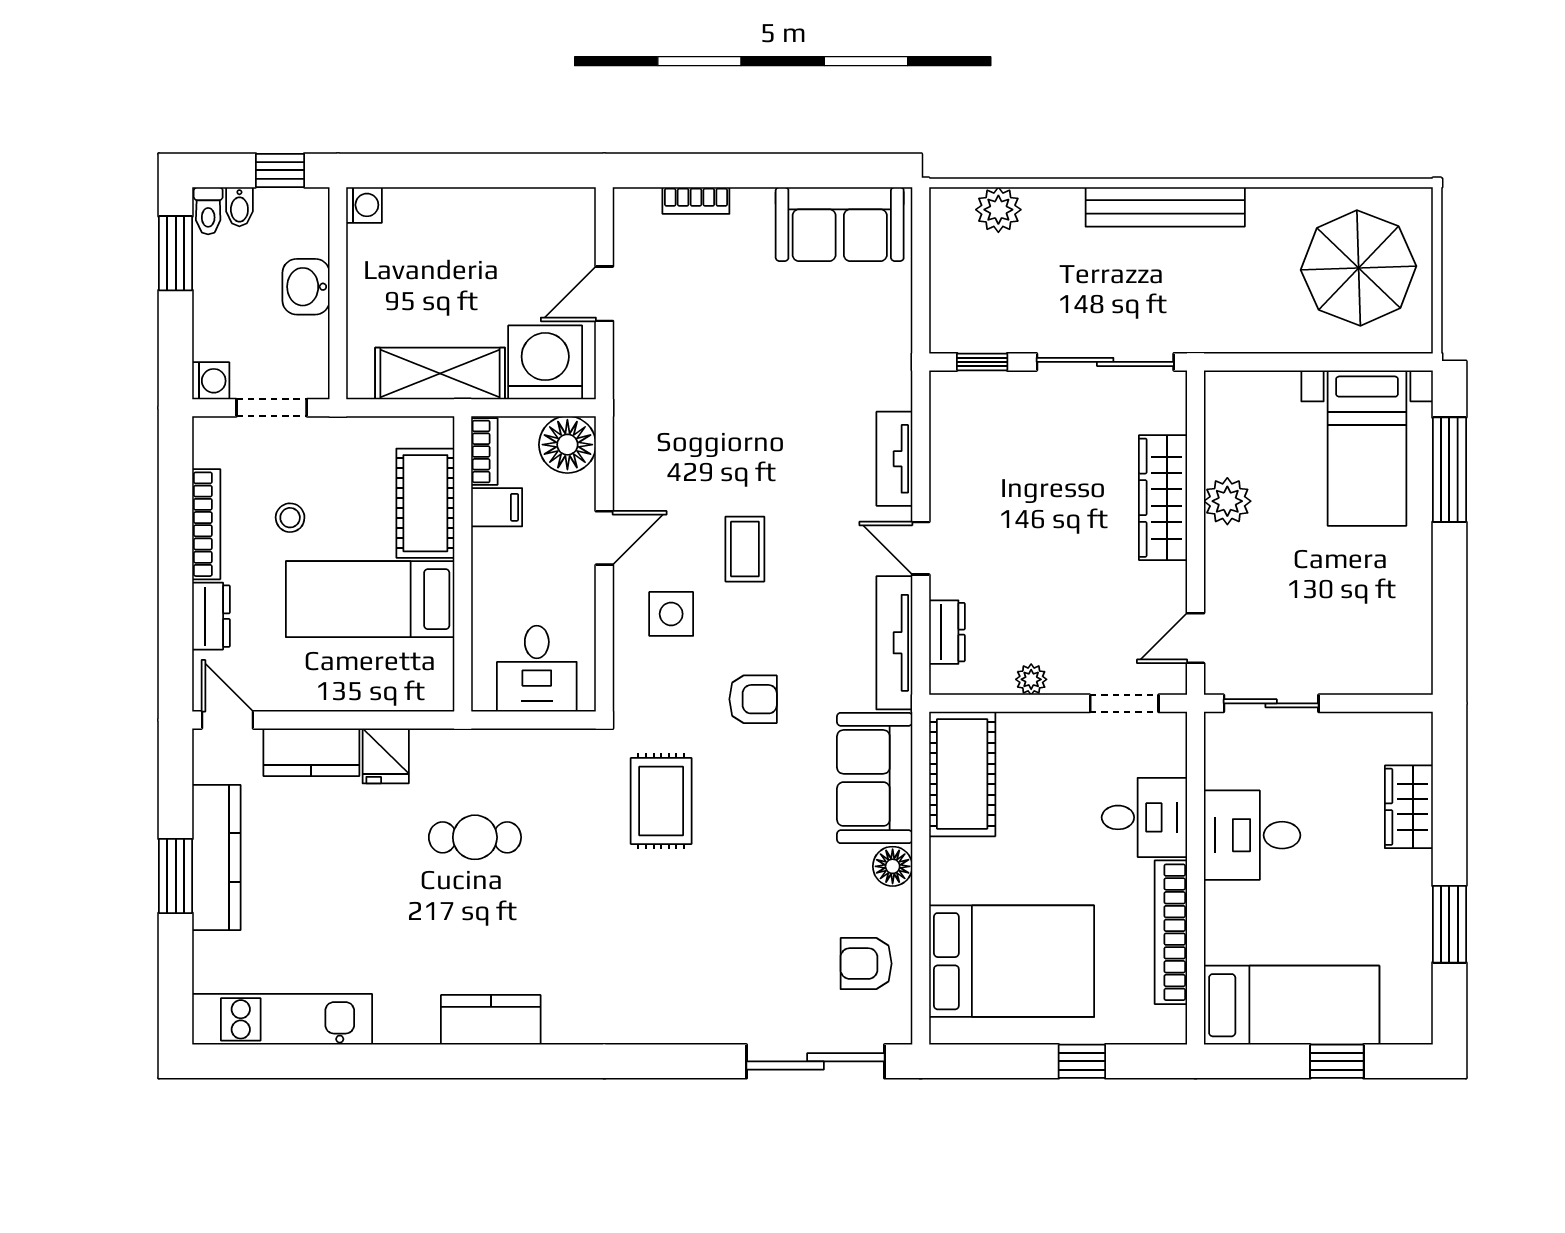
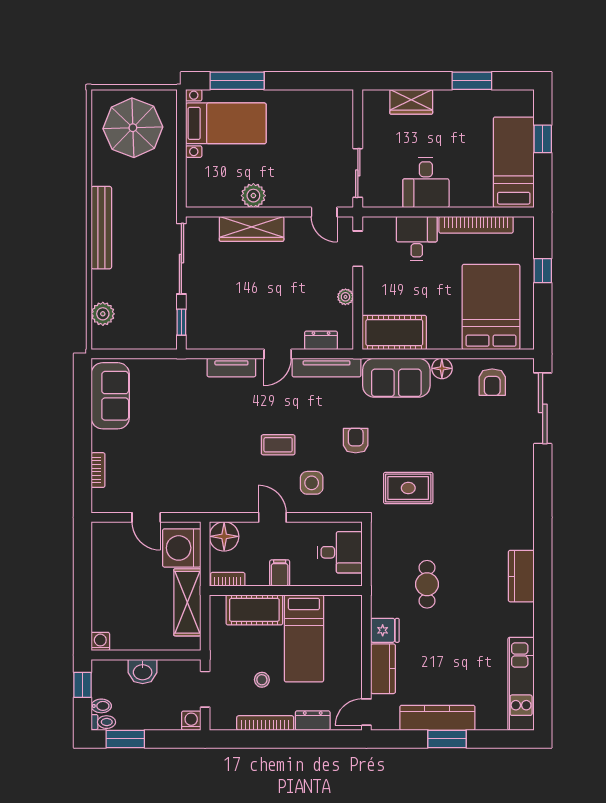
filing cabinet: (497, 507) -> (280, 573), moved

